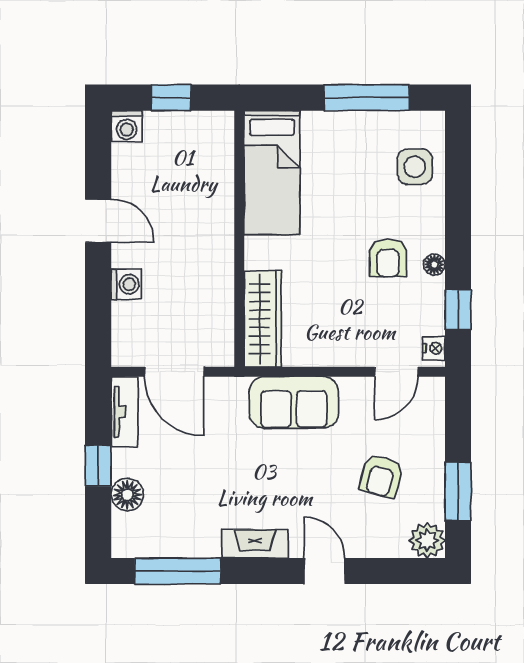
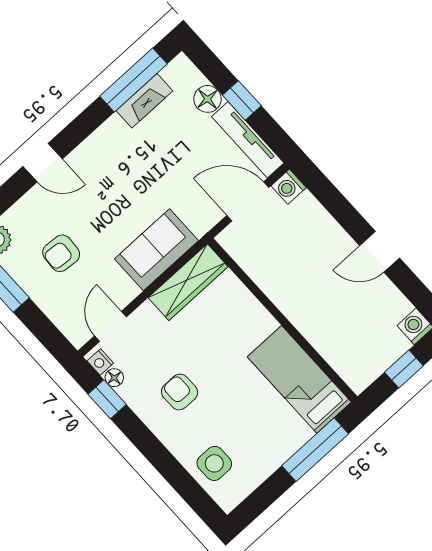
window: (367, 98) -> (315, 450), moved
floor lamp: (434, 265) -> (114, 378), moved
washing machine: (126, 284) -> (289, 187), moved
wardrobe: (263, 319) -> (188, 282), moved, turned -90
tv unit: (125, 412) -> (248, 140), width x1.41
armchair: (381, 476) -> (61, 253), turned -101
fireplace: (255, 544) -> (144, 101), moved

